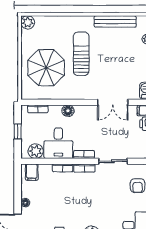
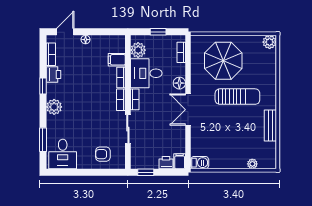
bench: (115, 21) -> (270, 126), width x0.73
double door: (113, 102) -> (188, 110), moved
filing cabinet: (32, 172) -> (117, 60), moved

